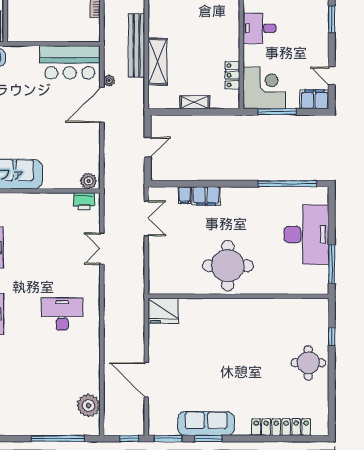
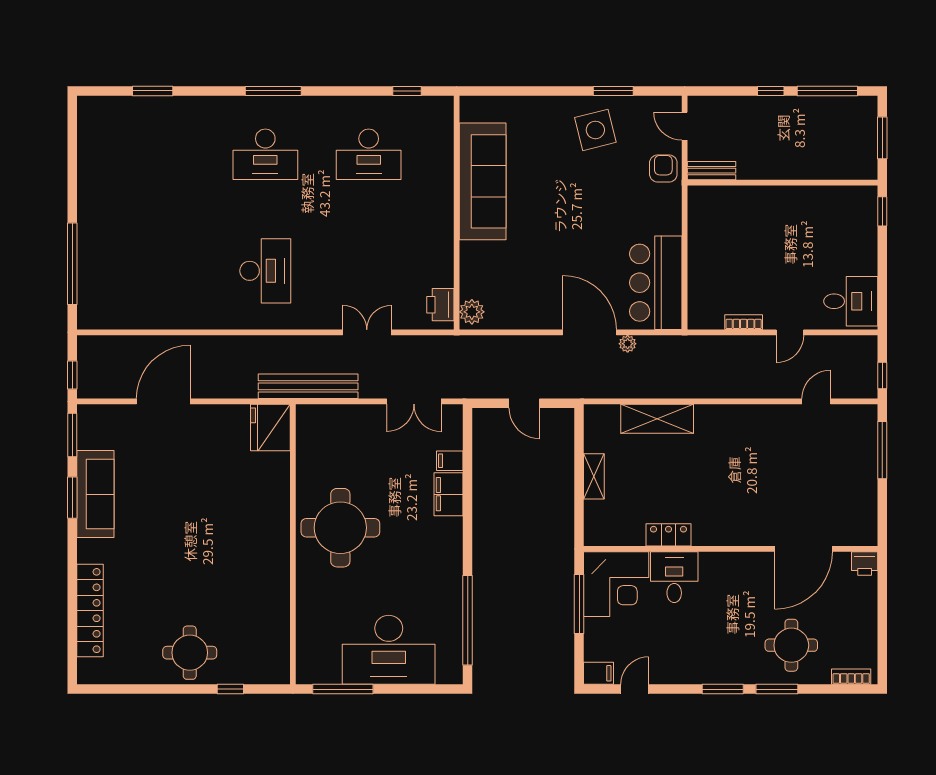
desk: (260, 28) -> (674, 577), moved
bench: (137, 46) -> (308, 386), moved
locker: (232, 75) -> (668, 535), moved
filing cabinet: (314, 99) -> (598, 673), width x0.50
plant: (88, 405) -> (124, 312), removed

